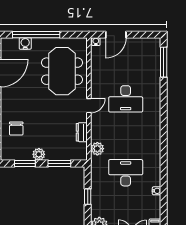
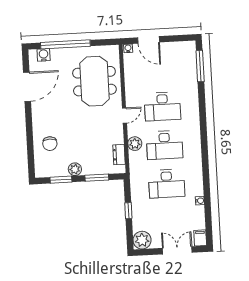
door: (116, 35) -> (149, 40), hinge flipped
water cooler: (25, 43) -> (44, 55), moved
dresser: (82, 132) -> (119, 155), moved
desk: (126, 136) -> (165, 145), added
plant: (97, 149) -> (135, 144), moved
desk: (126, 173) -> (167, 184), turned 180

